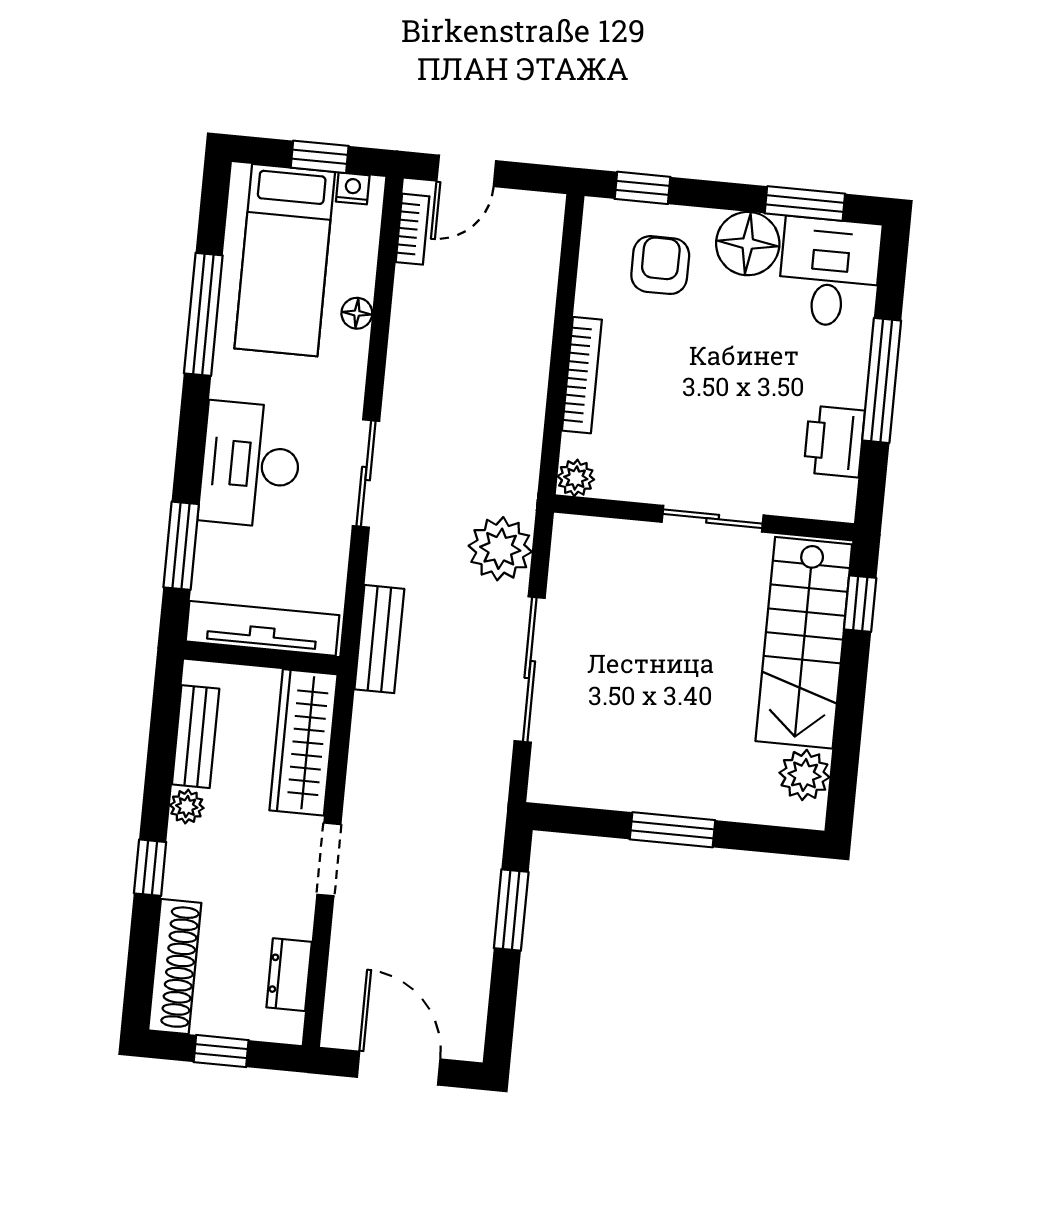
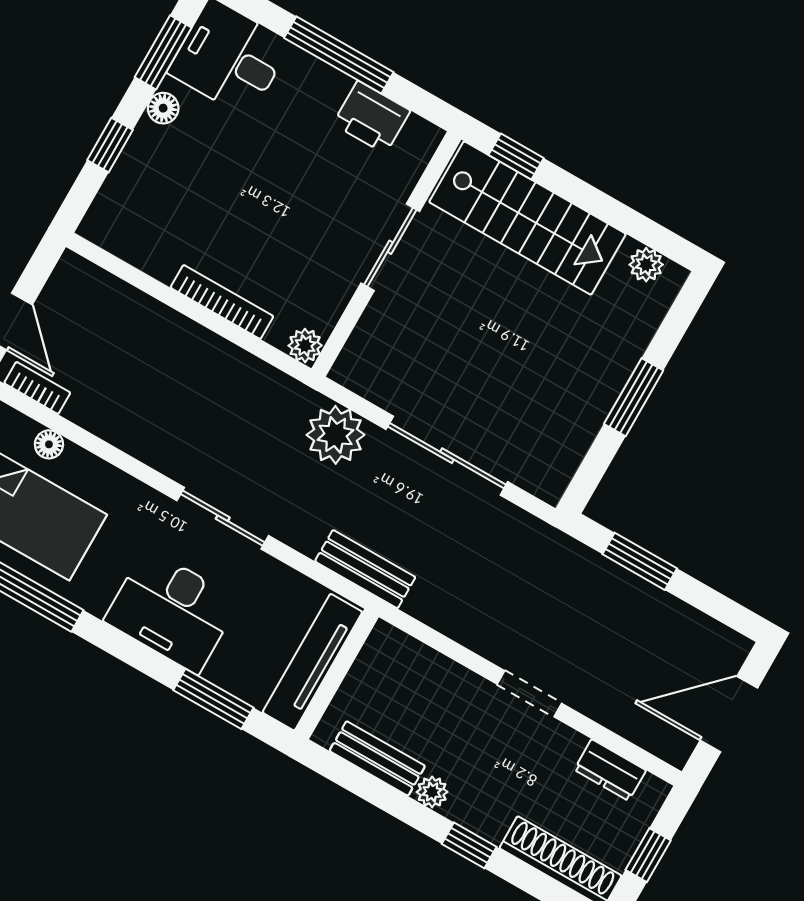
window: (642, 188) -> (110, 145), moved
floor lamp: (748, 244) -> (163, 108), width x0.53, depth x0.53
armchair: (660, 265) -> (160, 196), removed
floor lamp: (357, 313) -> (49, 444), moved
wardrobe: (303, 742) -> (423, 671), removed
plant: (804, 775) -> (646, 265), width x0.73, depth x0.73

